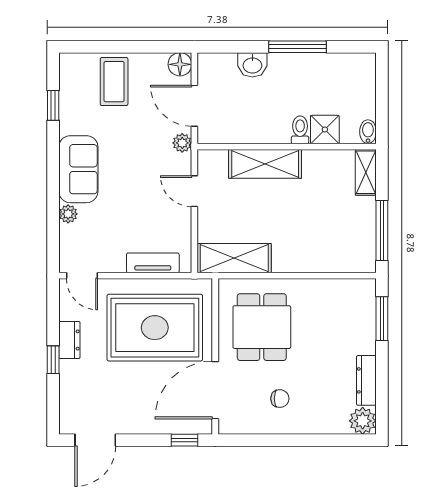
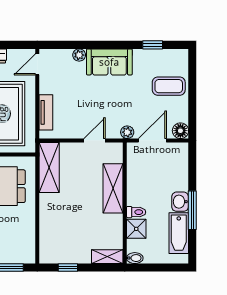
washbasin: (252, 65) -> (180, 202), moved
bathtub: (331, 67) -> (179, 233), added
window: (382, 230) -> (68, 268), width x0.46

